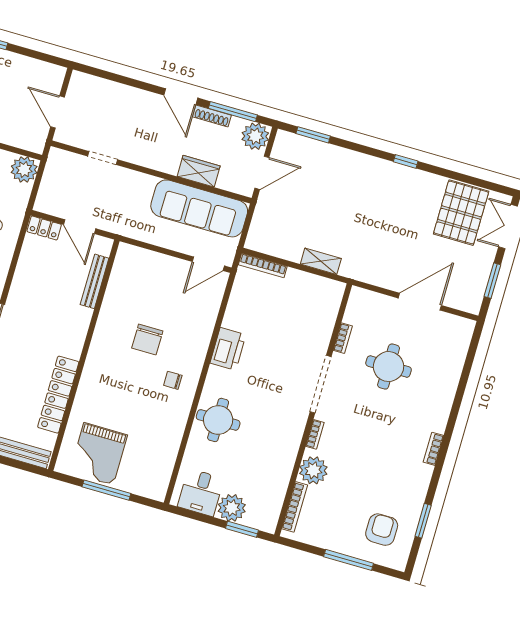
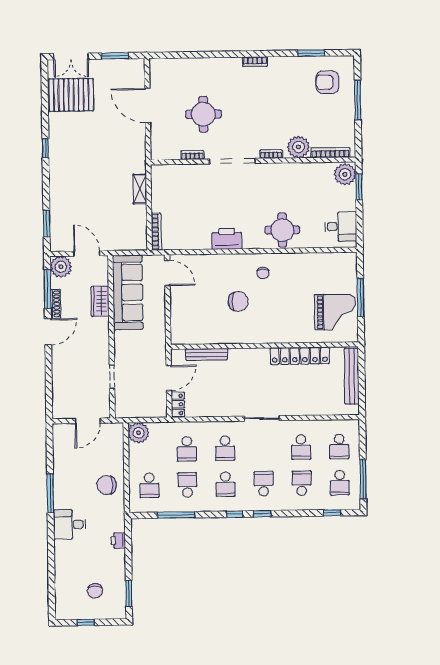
plant: (232, 508) -> (345, 174), moved

